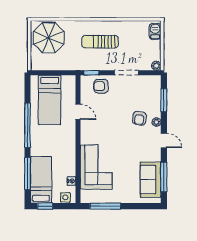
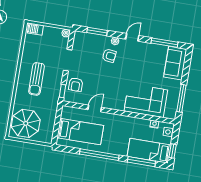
sofa: (151, 180) -> (175, 63), moved, turned 90

